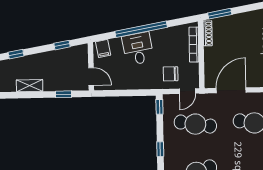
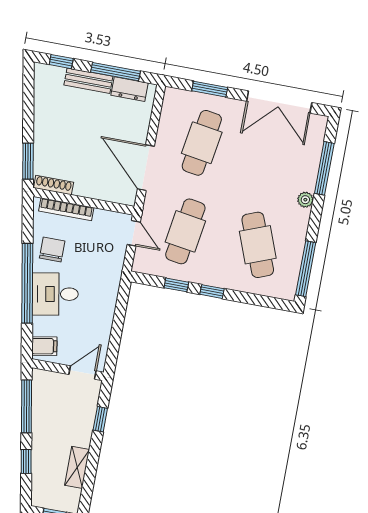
window: (62, 45) -> (26, 406), width x2.17
window: (16, 54) -> (26, 461), moved
chair: (171, 74) -> (52, 249), moved, turned 180
window: (159, 107) -> (176, 285), moved

